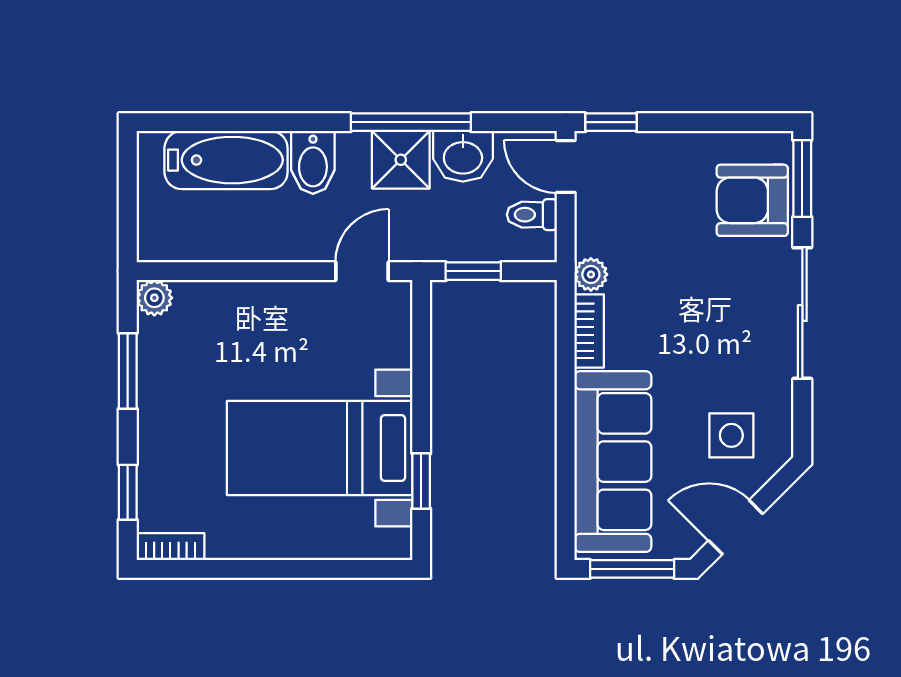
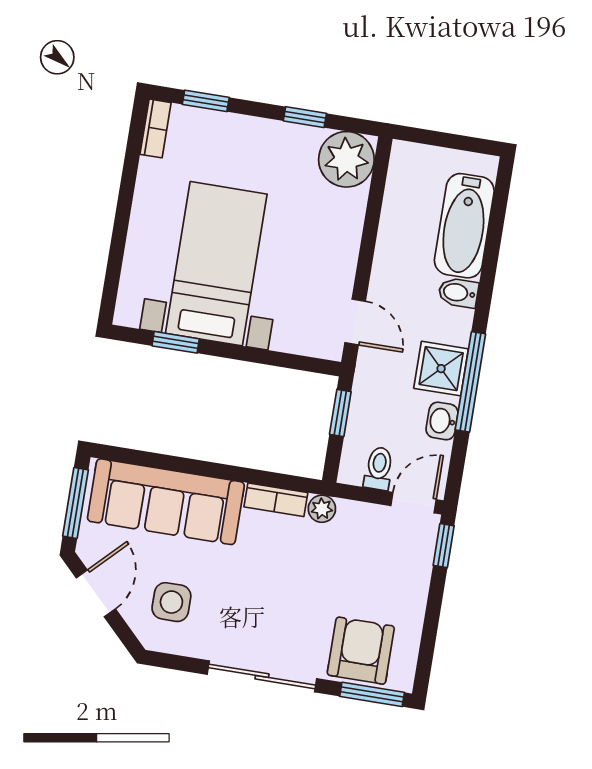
washbasin: (463, 156) -> (442, 421), width x0.72, depth x0.69
bidet: (313, 162) -> (458, 293), width x0.72, depth x0.74
plant: (154, 298) -> (346, 159), width x1.87, depth x1.87
window: (128, 371) -> (305, 117), width x0.67

